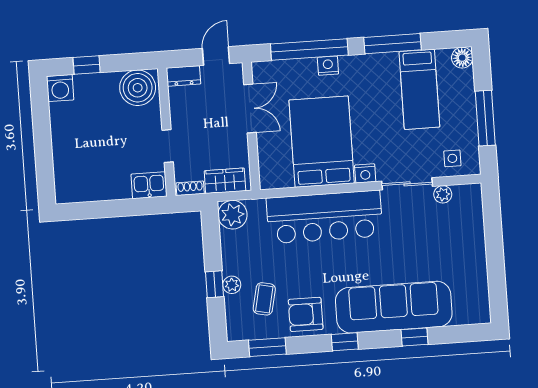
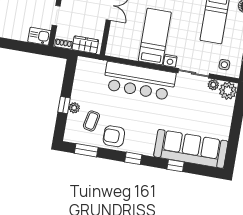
bed: (322, 142) -> (155, 37), width x0.67
plant: (233, 215) -> (228, 91), moved
sofa: (394, 307) -> (191, 149), moved

